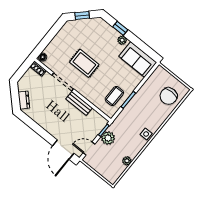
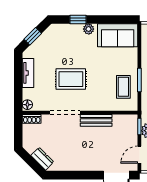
tv unit: (60, 37) -> (28, 73), added

